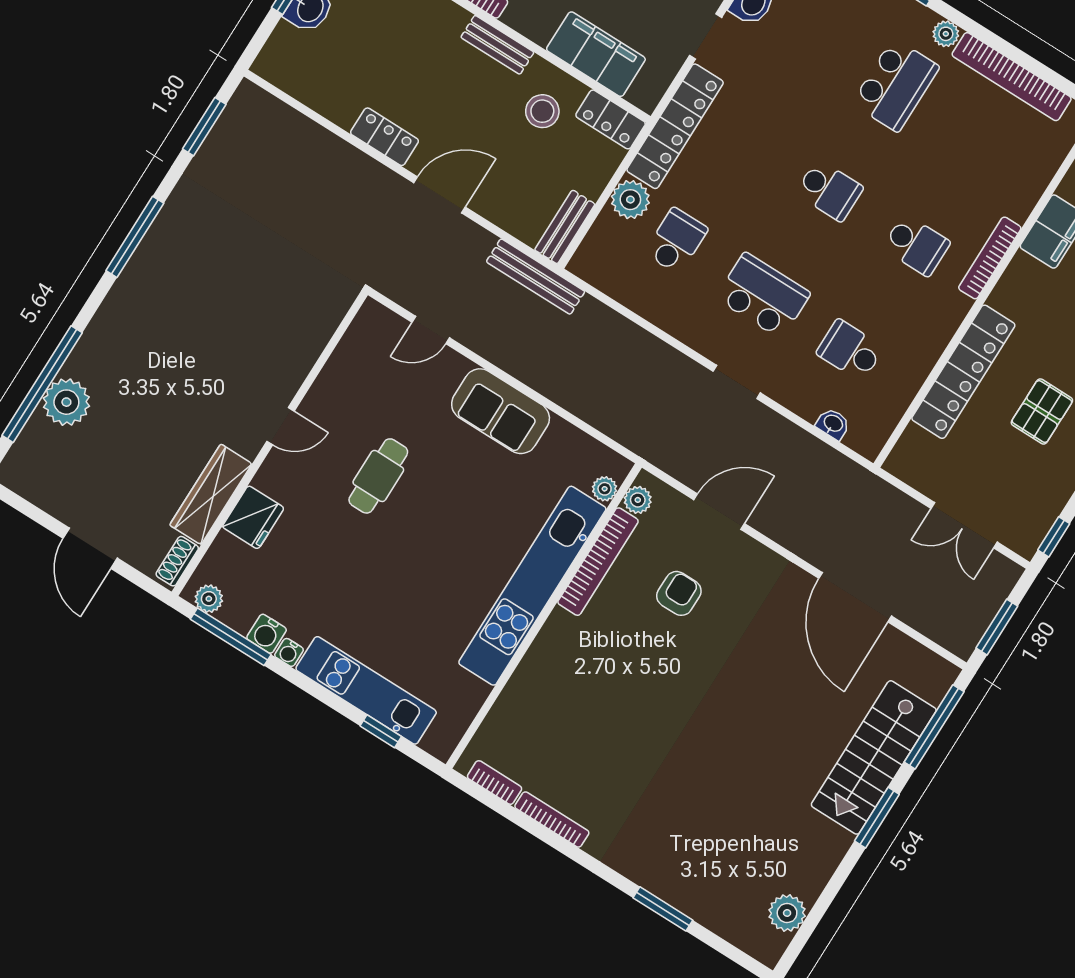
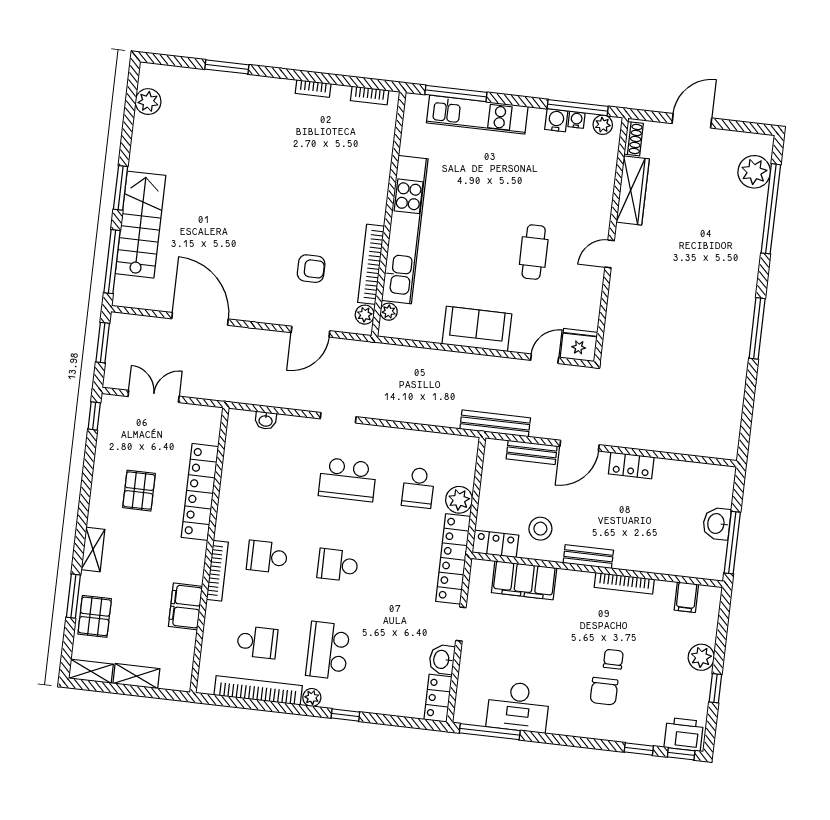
window: (204, 127) -> (747, 418), removed
bench: (565, 227) -> (532, 452), moved, turned 90
school desk: (850, 350) -> (257, 642), moved
plant: (66, 402) -> (754, 172), moved
fridge: (253, 517) -> (579, 345), moved, turned 90
door: (90, 548) -> (692, 121), hinge flipped
armchair: (679, 593) -> (311, 269), turned -90
water cooler: (289, 652) -> (577, 120), moved
window: (381, 731) -> (456, 93), width x2.17
bookcase: (552, 819) -> (313, 88), width x0.64

